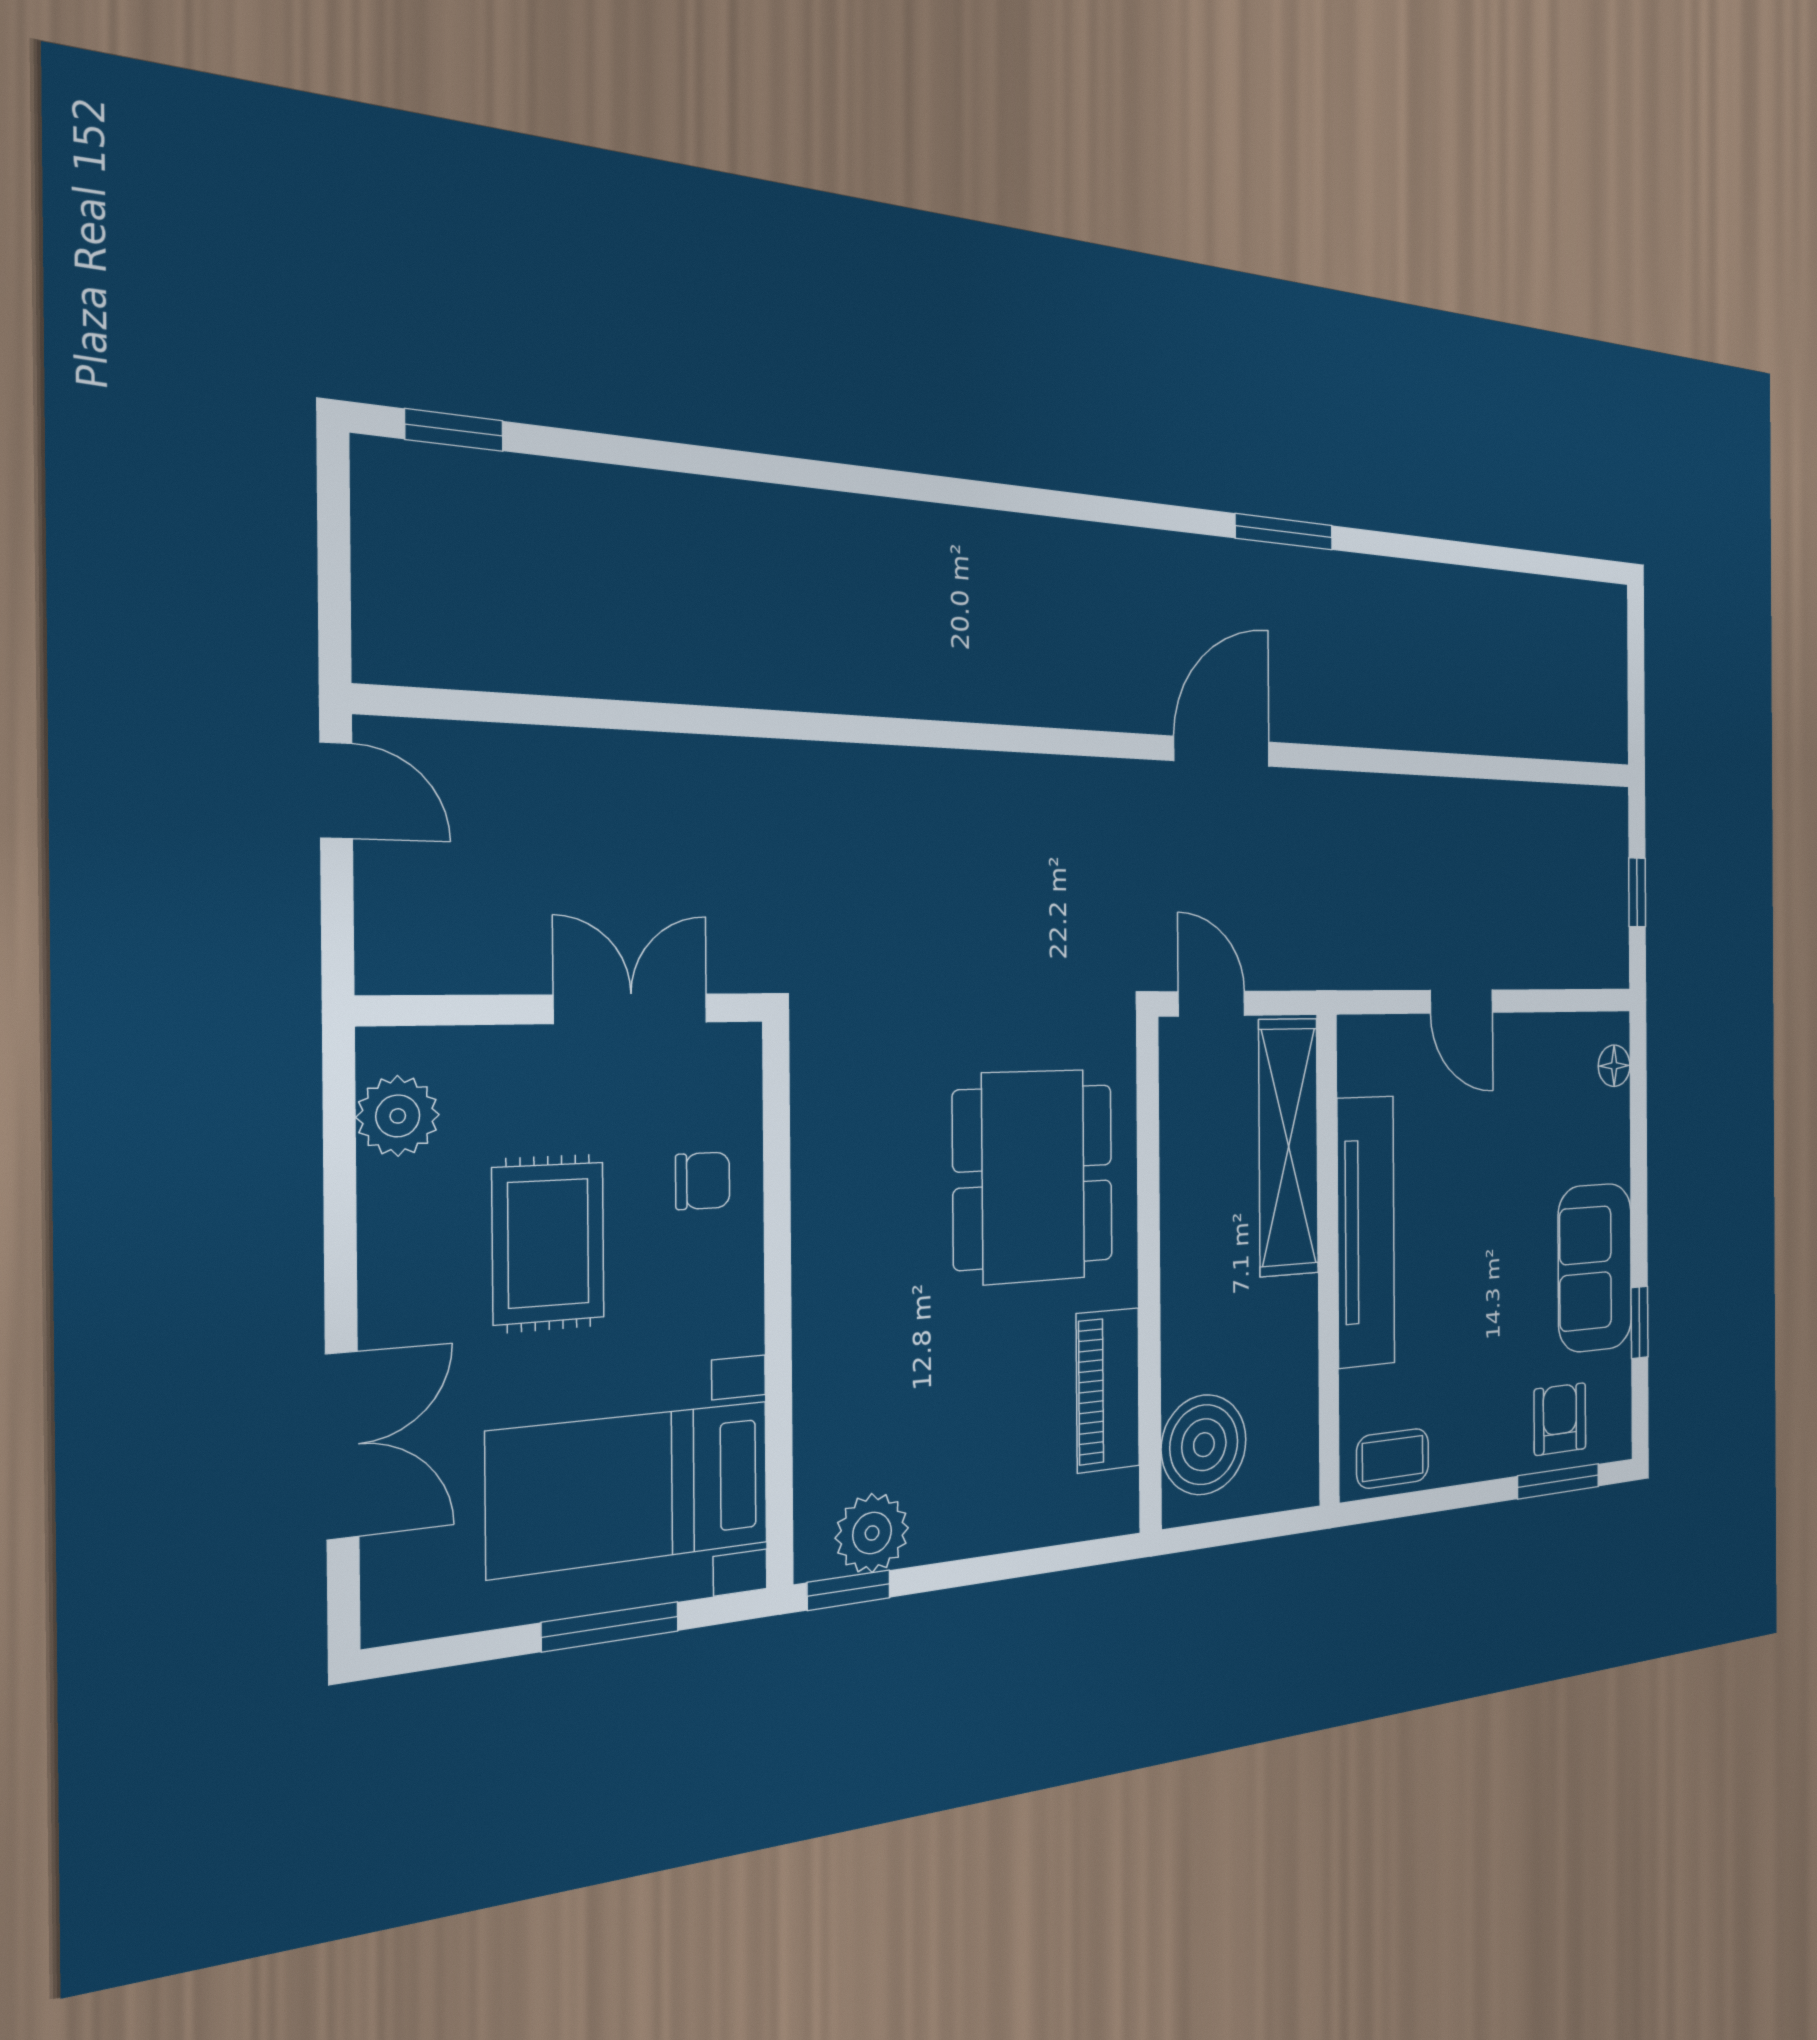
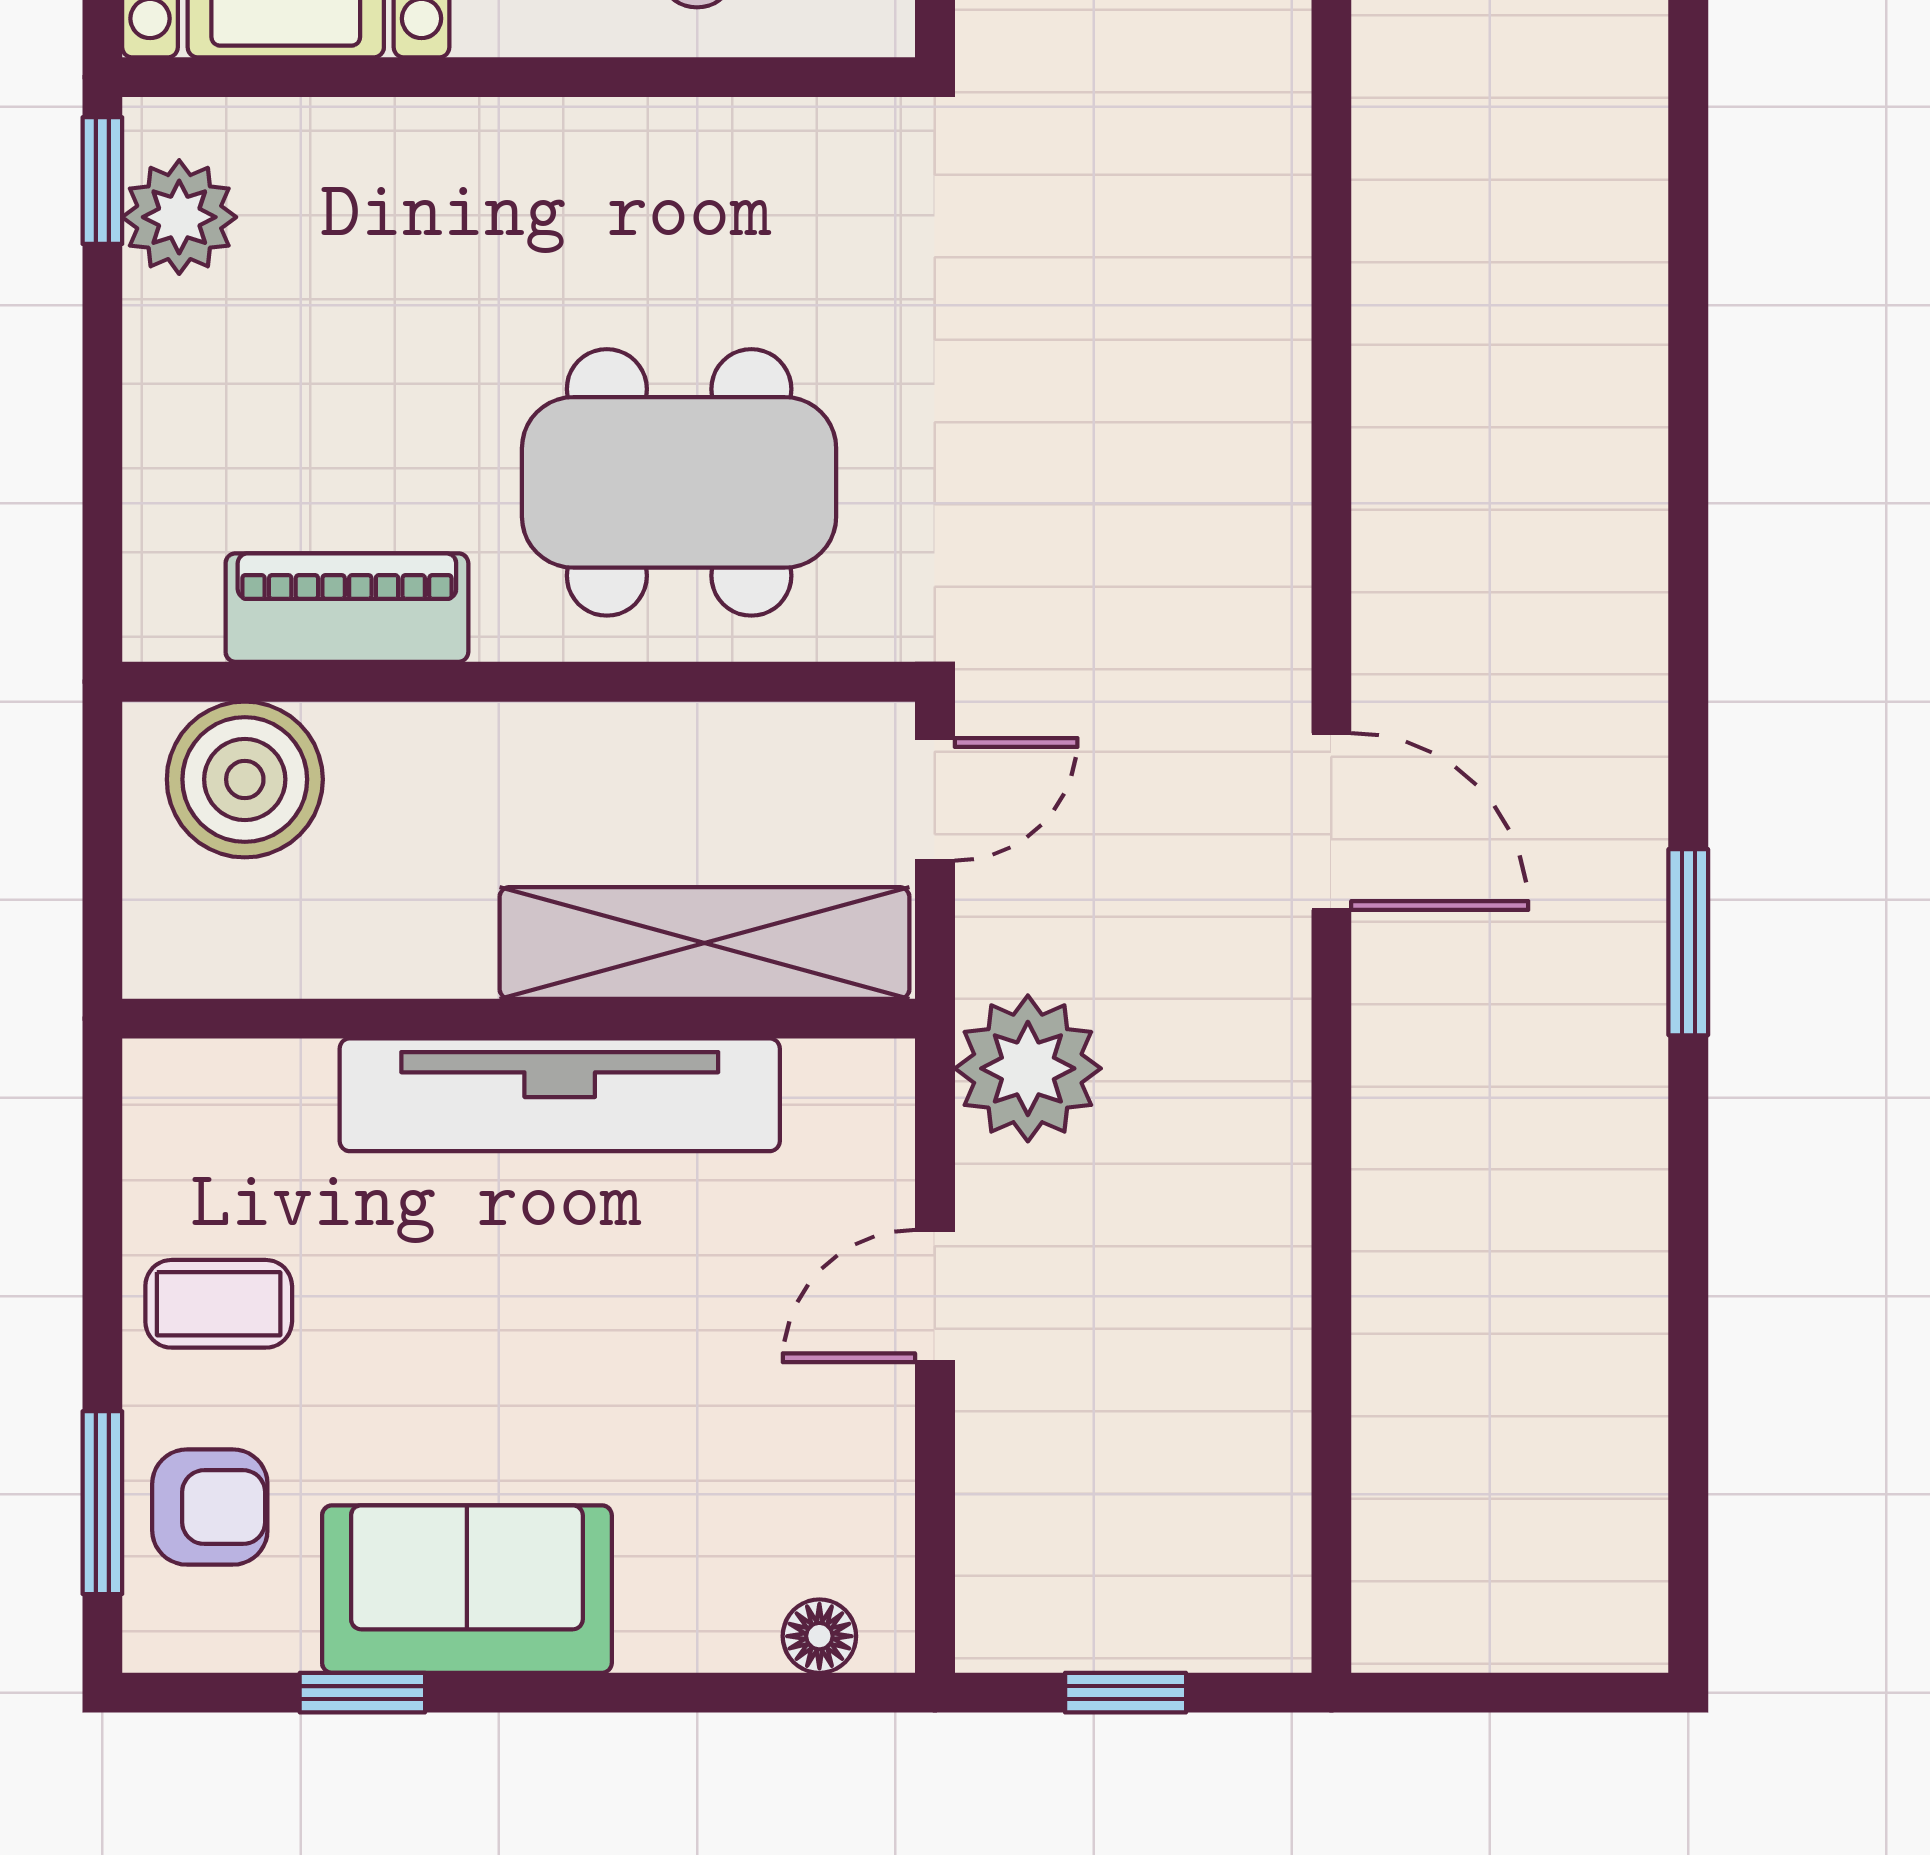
plant: (1351, 945) -> (1028, 1068), added
coffee table: (1393, 1458) -> (219, 1304), moved, turned 90

